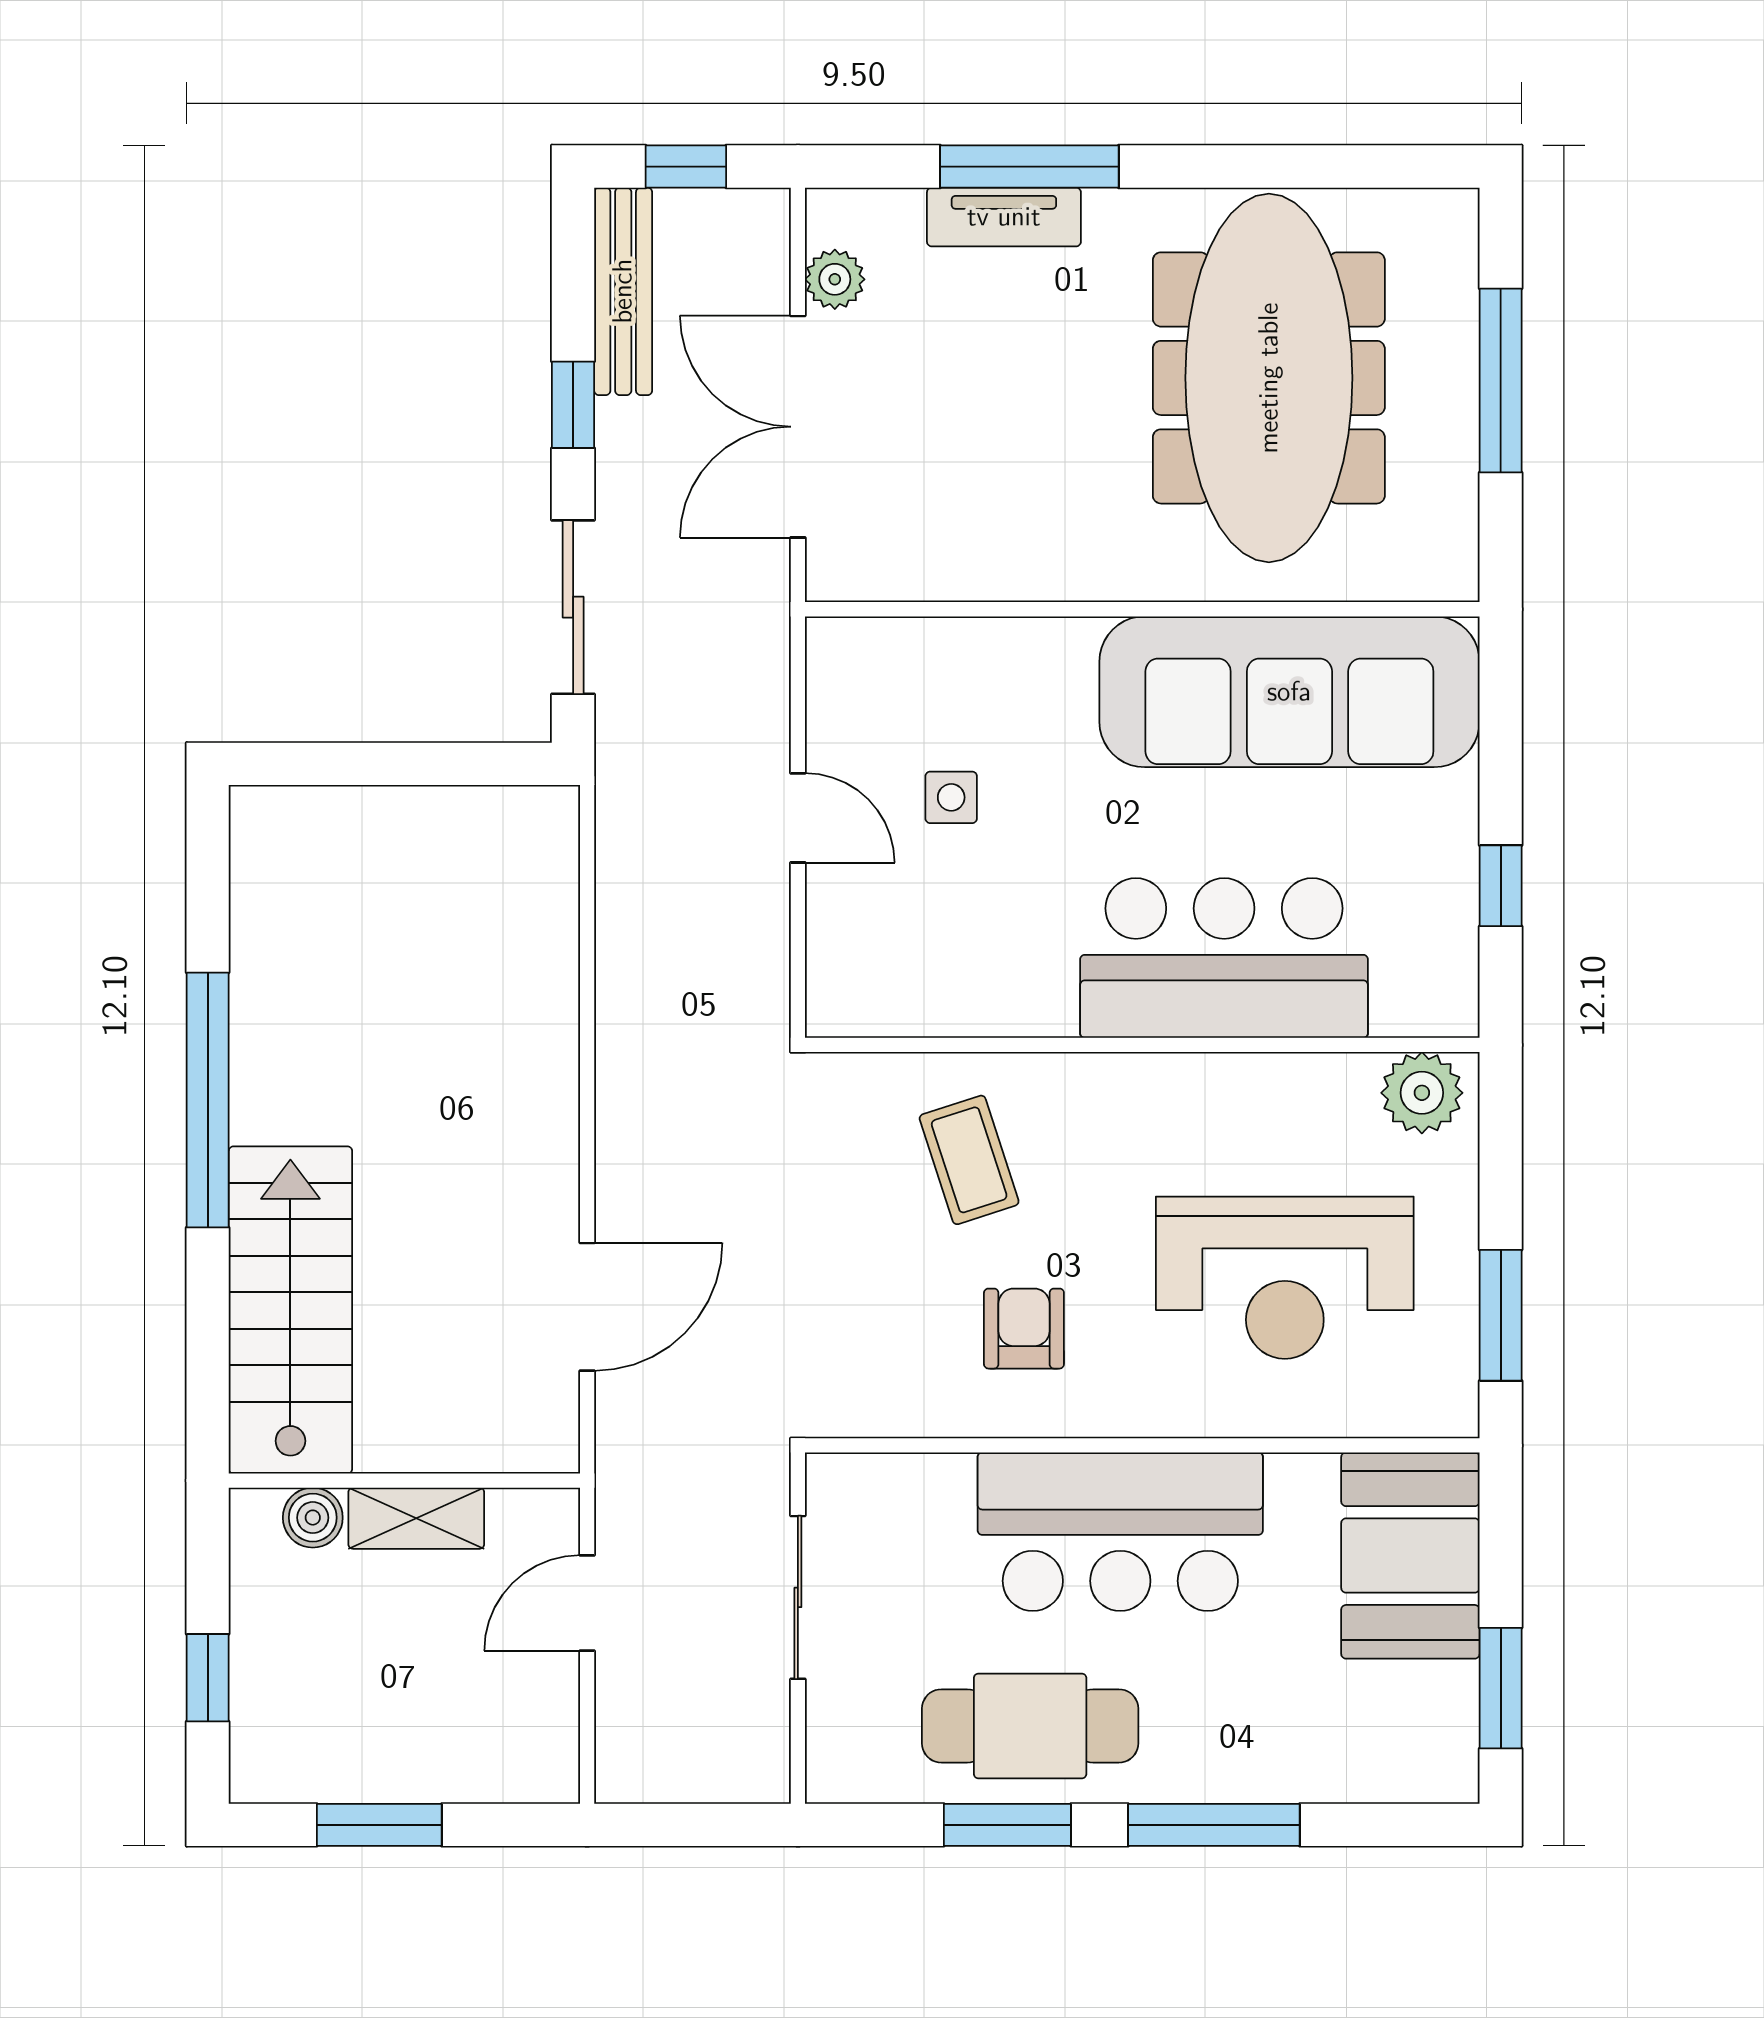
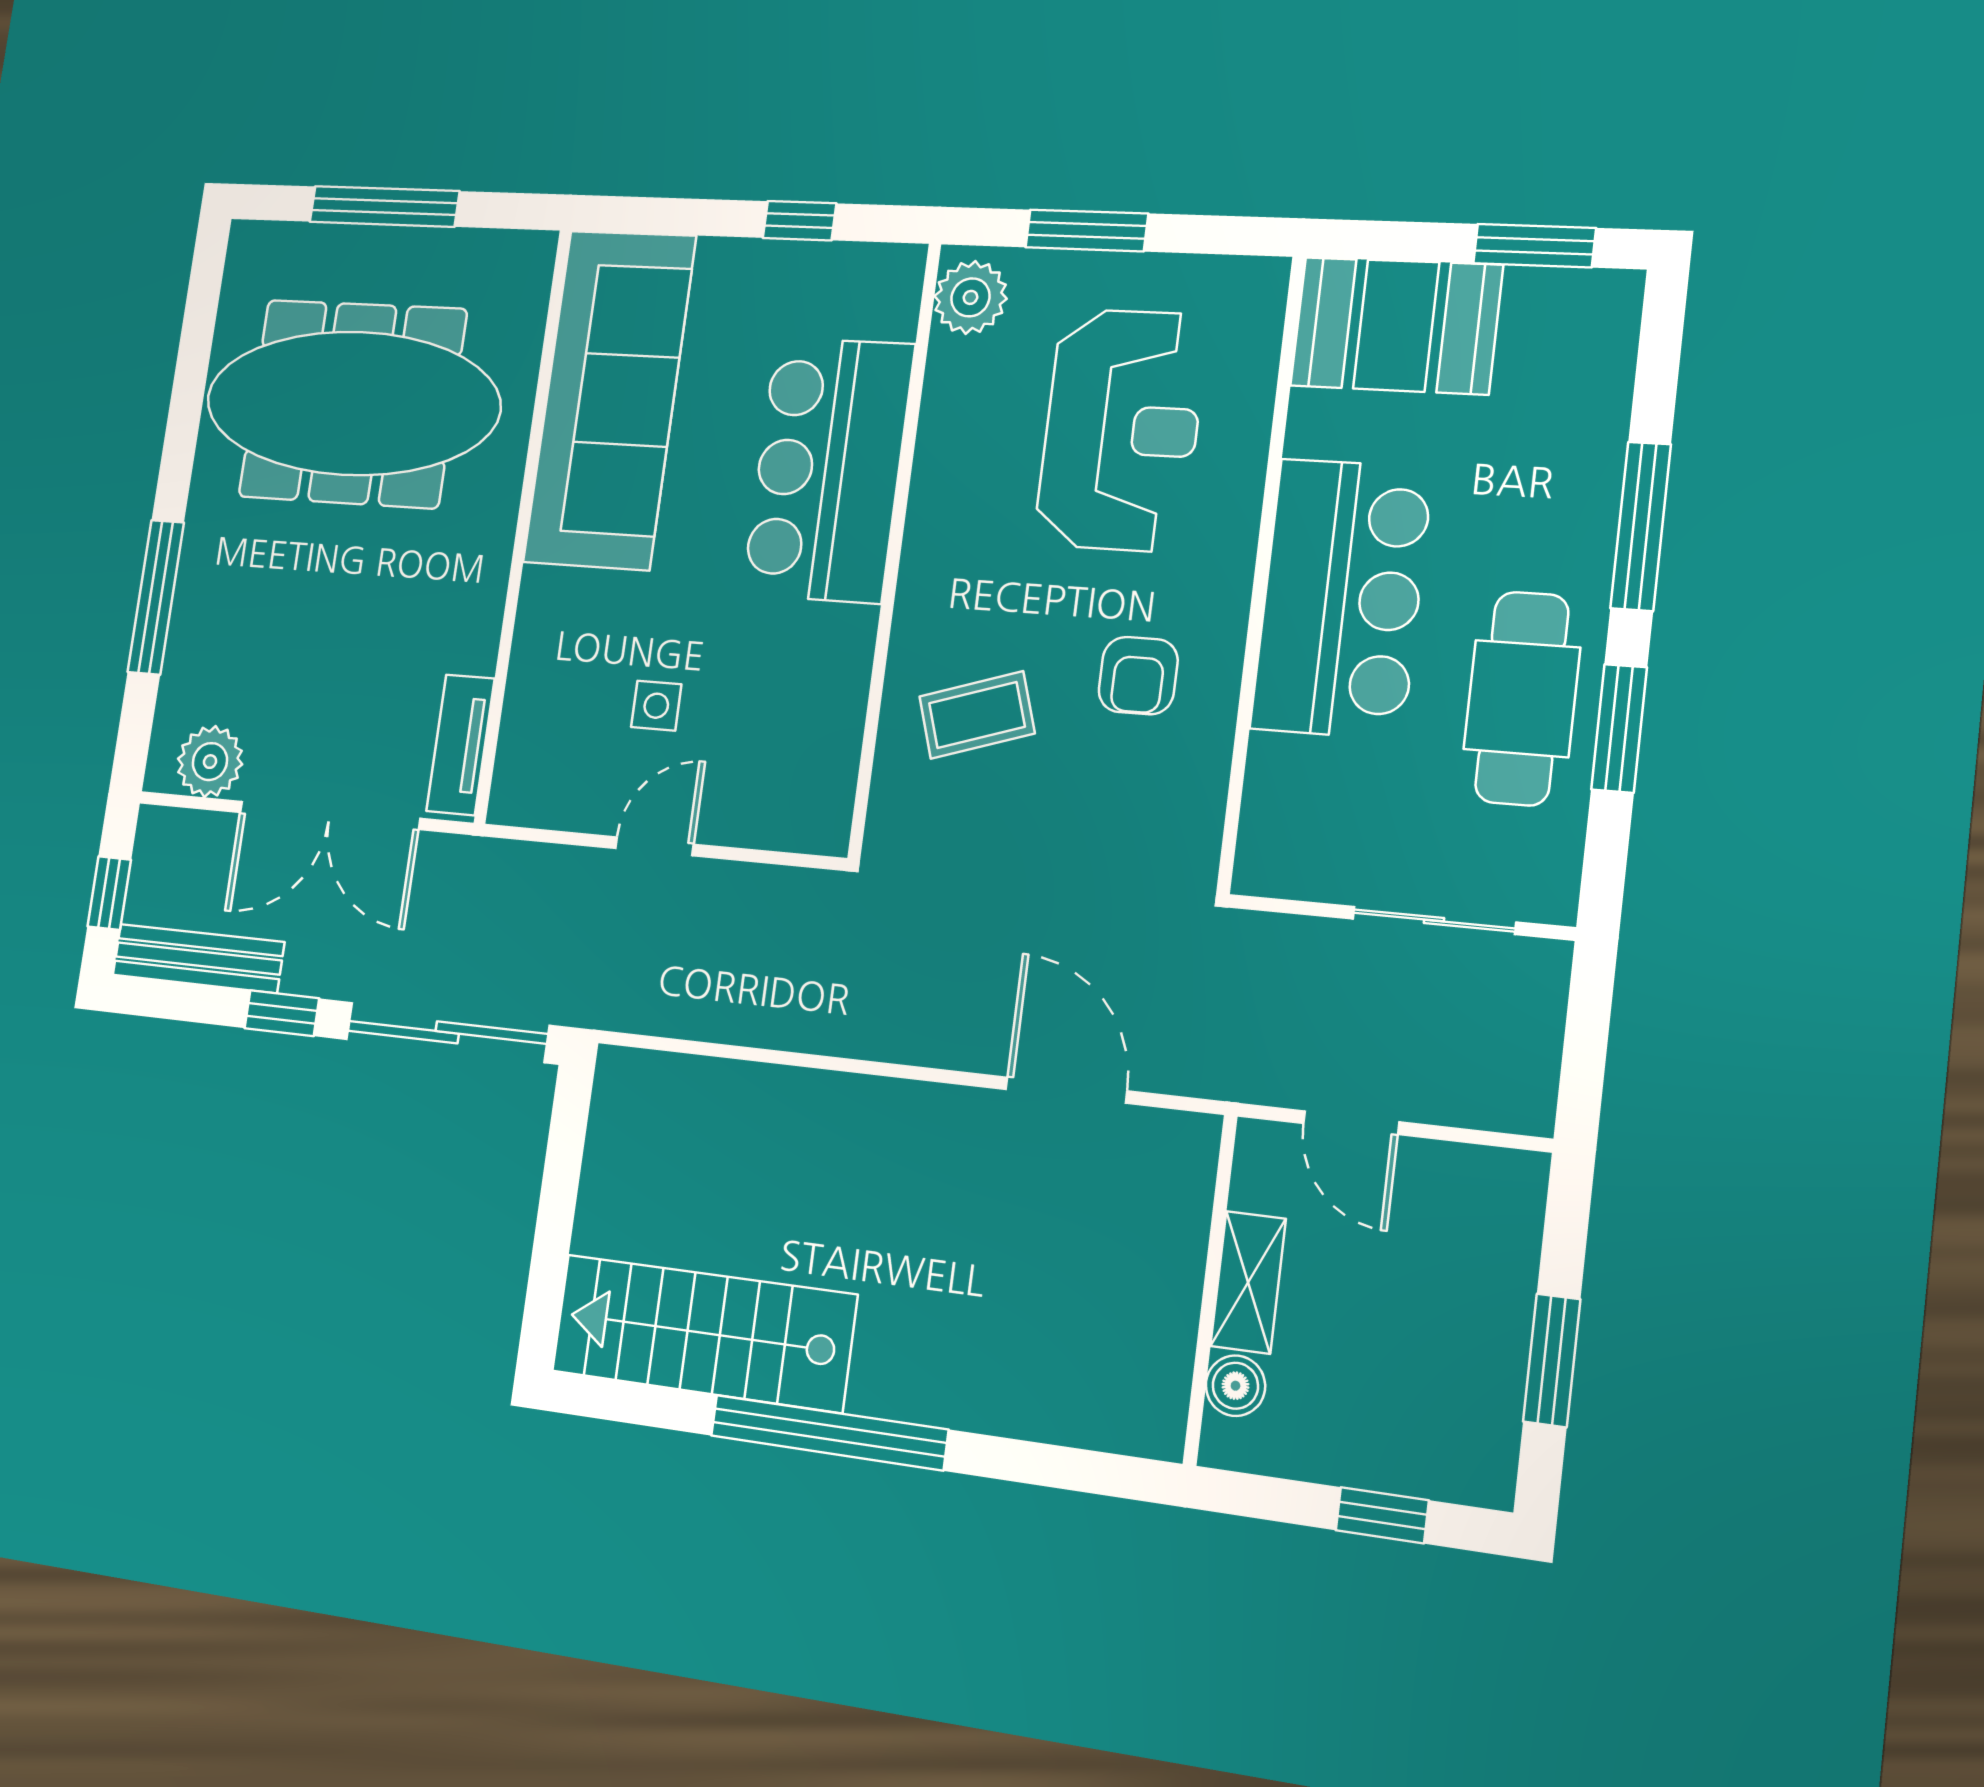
tv unit: (1004, 217) -> (460, 745), moved, turned 180
plant: (835, 279) -> (210, 762), width x1.38, depth x1.38
sliding door: (573, 607) -> (447, 1032), width x1.37
stairs: (290, 1310) -> (703, 1333), moved
window: (1501, 1315) -> (1087, 230), moved
armchair: (1024, 1329) -> (1138, 676), turned -90
sliding door: (798, 1597) -> (1434, 920), moved

